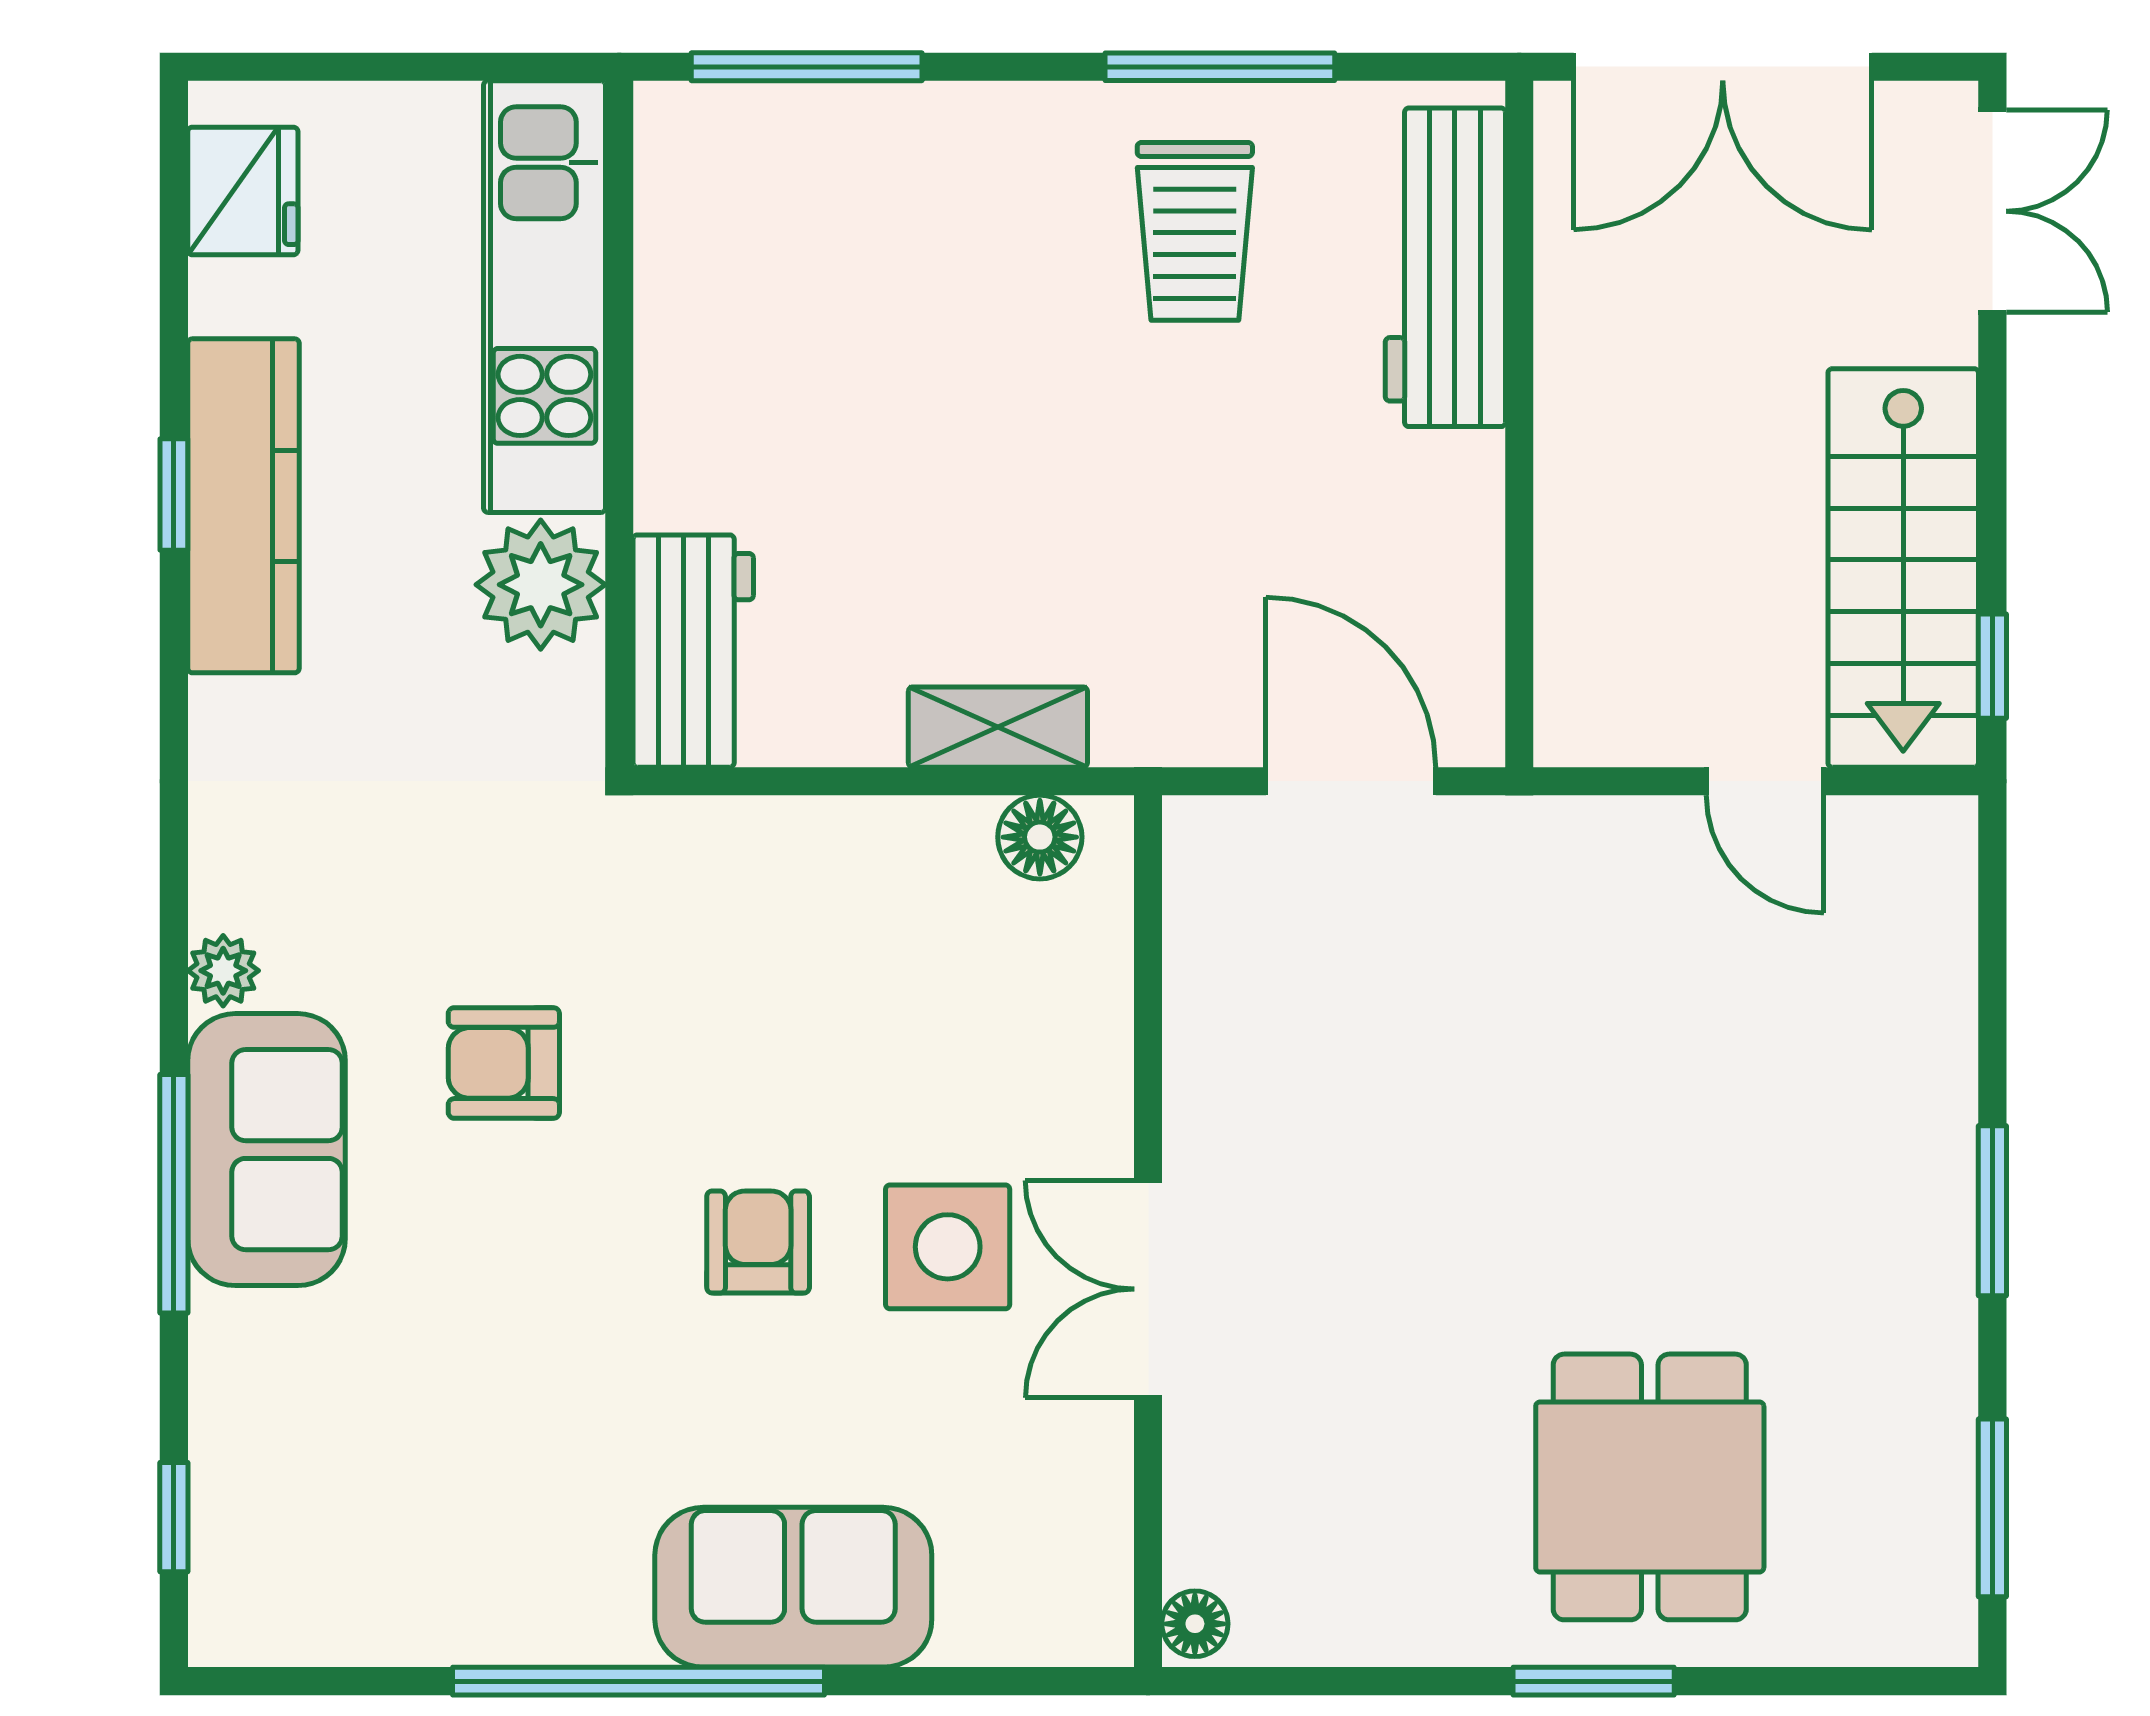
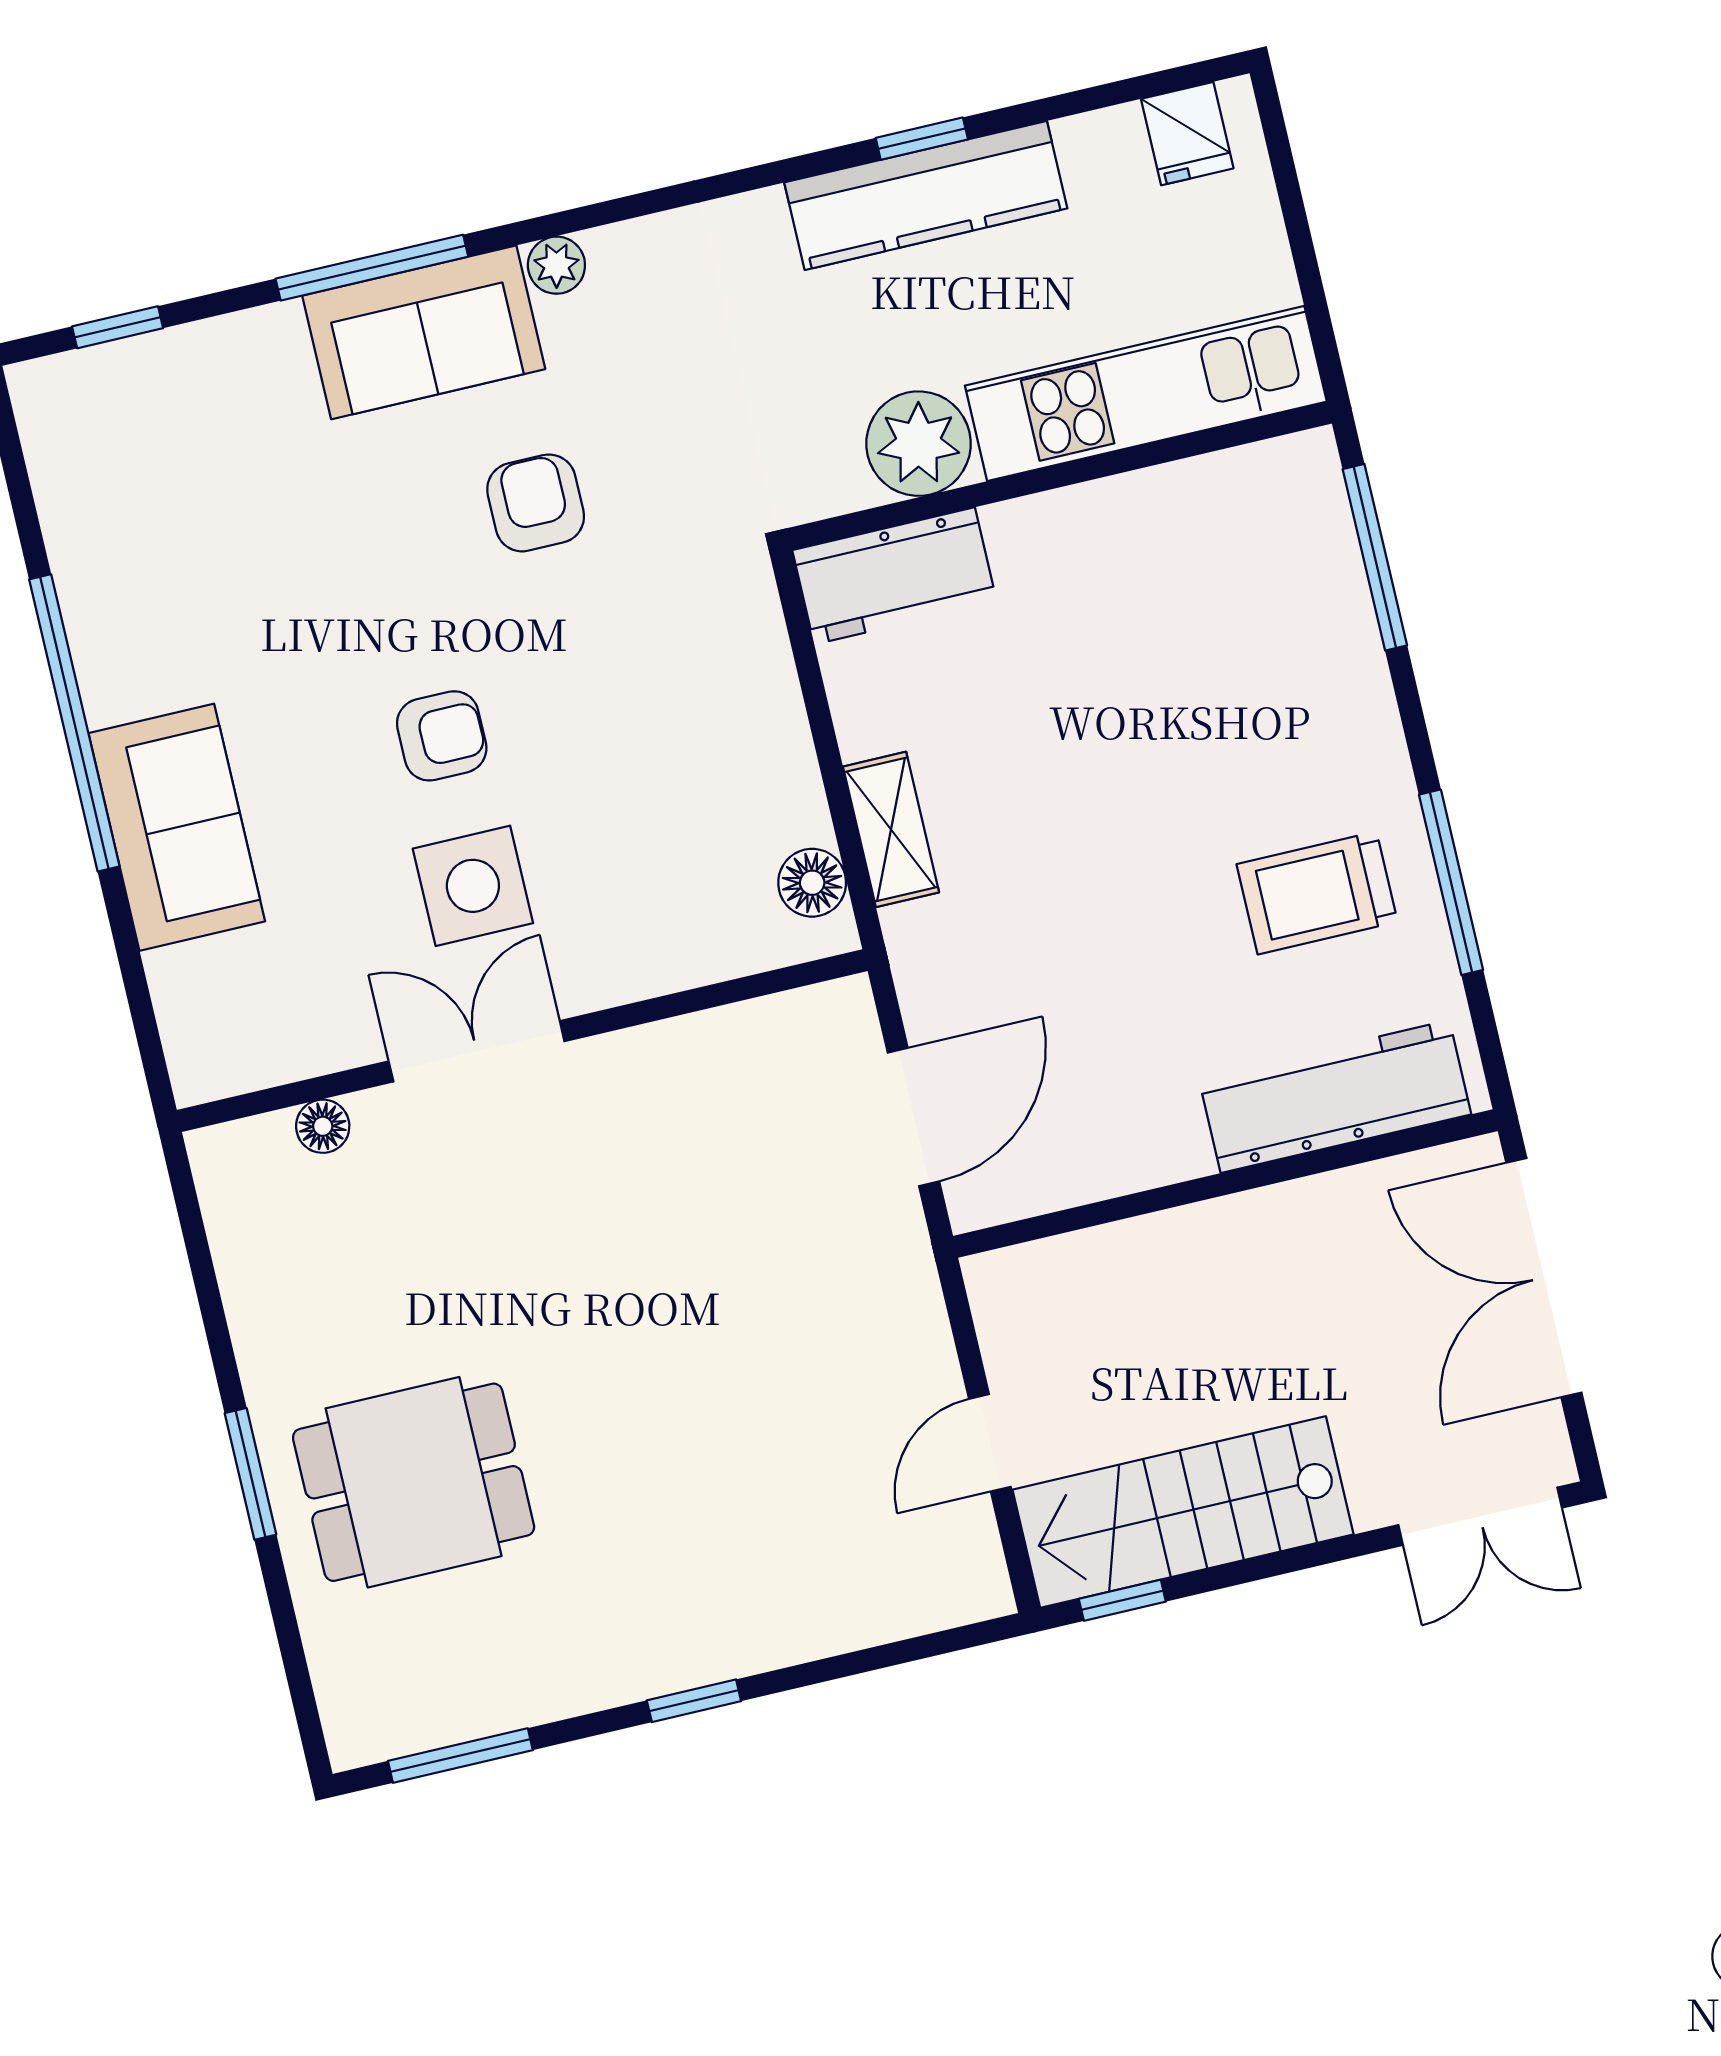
fridge: (243, 191) -> (1187, 134), width x0.72
window: (1992, 1211) -> (694, 1701), width x0.67
floor lamp: (1195, 1624) -> (323, 1126), moved

